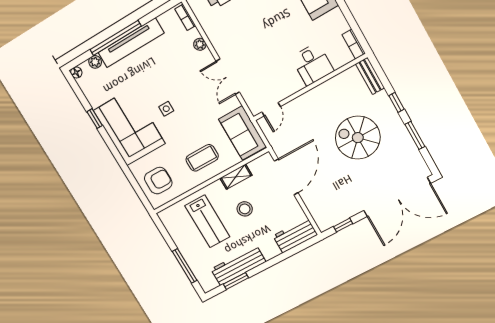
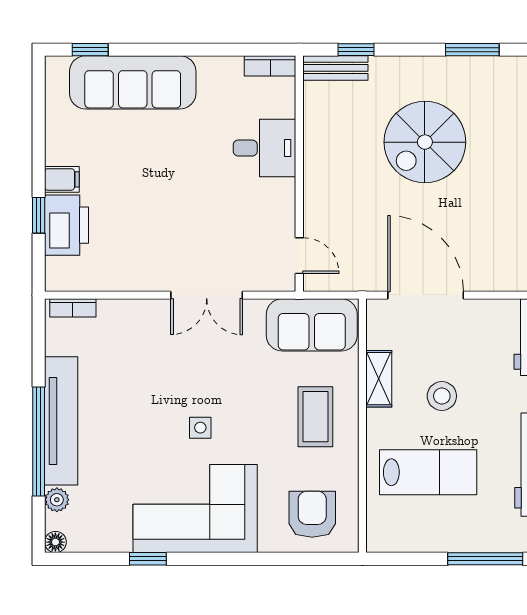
plant: (200, 44) -> (129, 310), removed
window: (397, 102) -> (356, 50), moved

